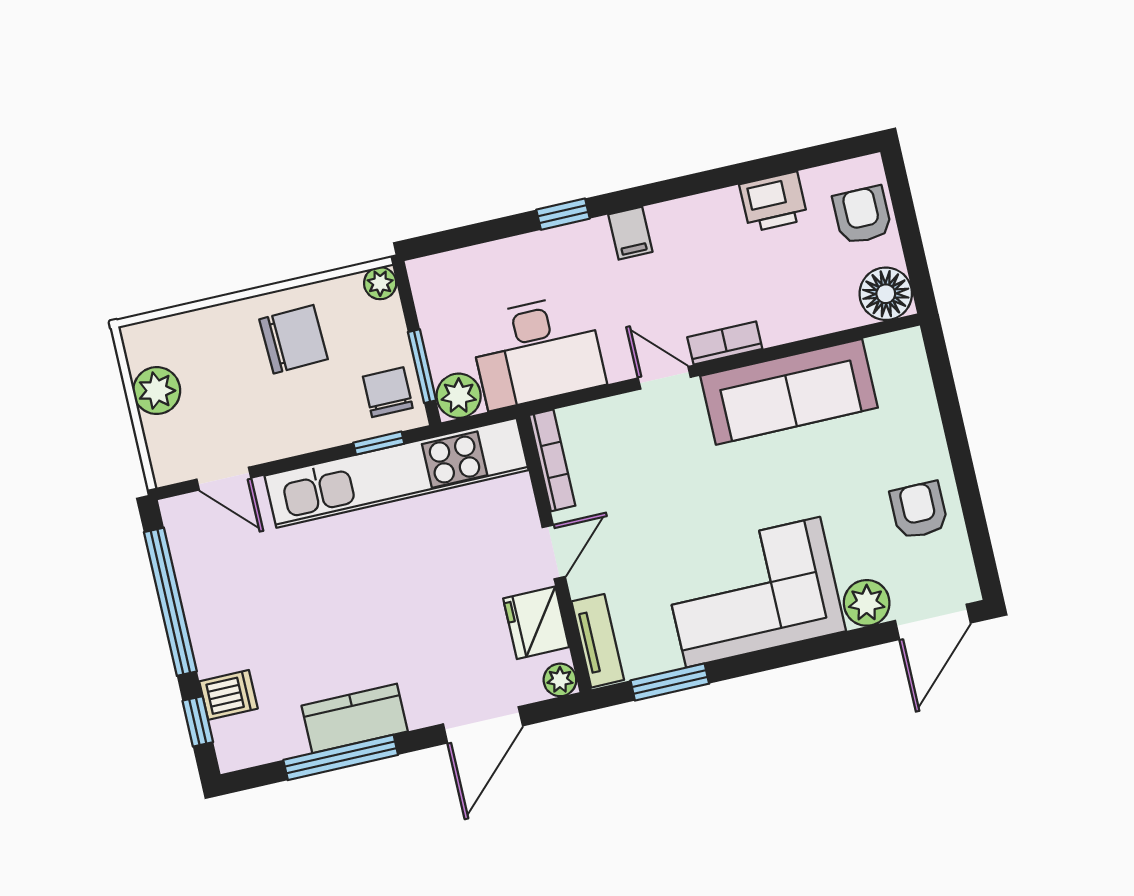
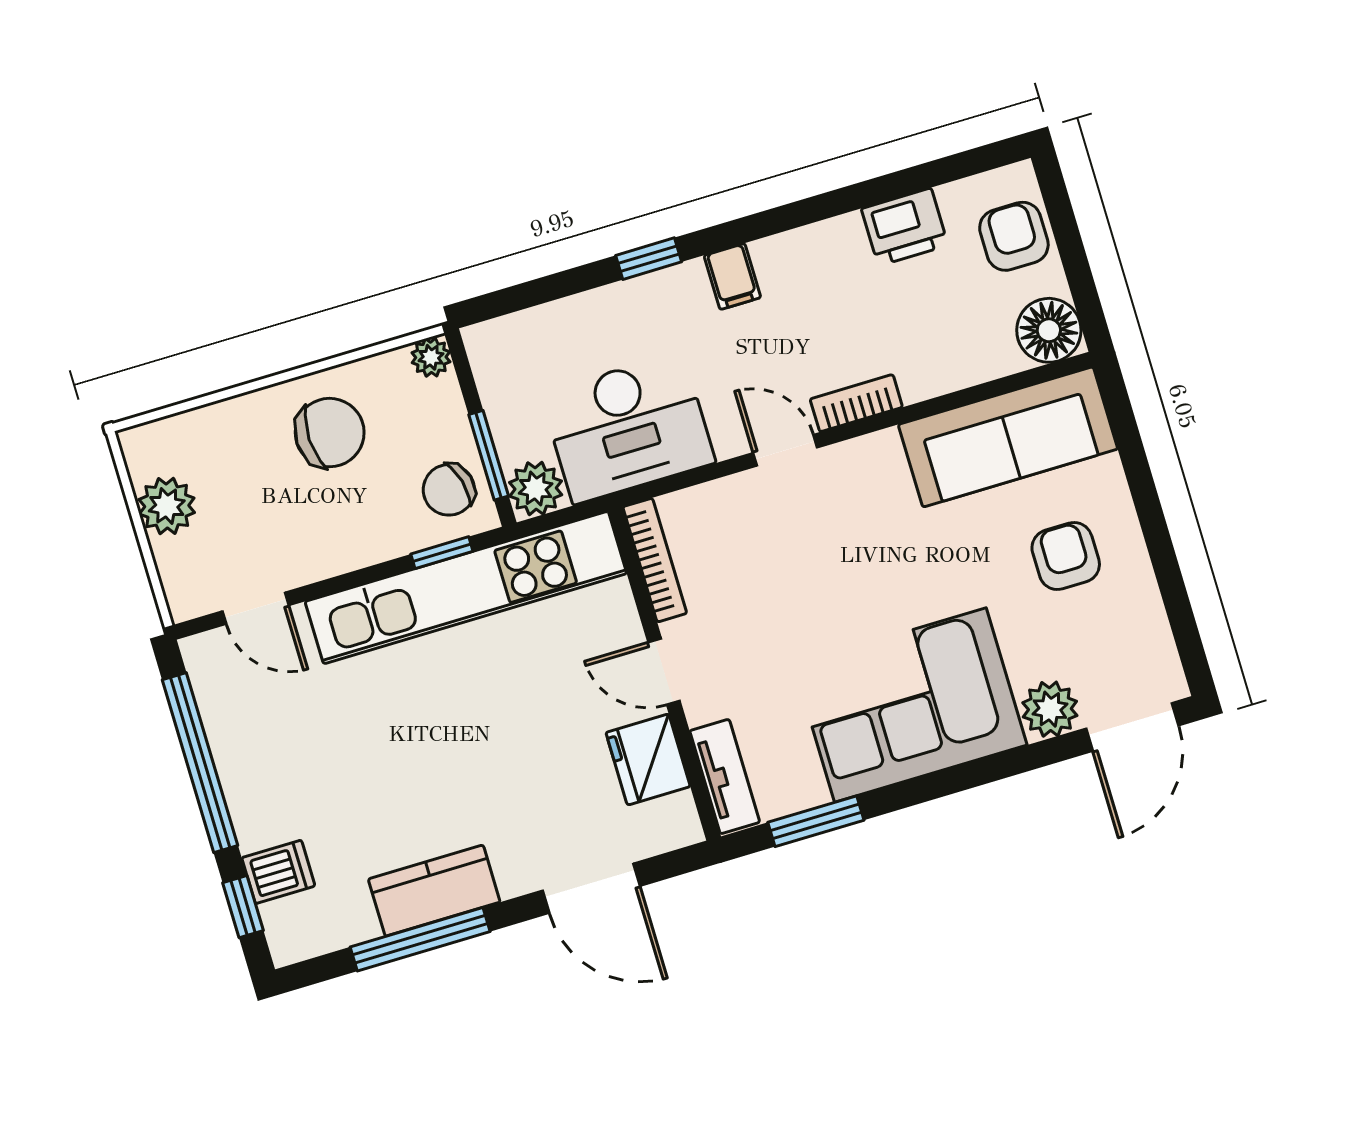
chair: (388, 392) -> (449, 490), turned -105
sofa: (789, 392) -> (1008, 437), moved
armchair: (919, 510) -> (1066, 556), moved
door: (554, 552) -> (664, 672), swing flipped
plant: (560, 680) -> (682, 827), removed
door: (483, 725) -> (591, 888), hinge flipped

